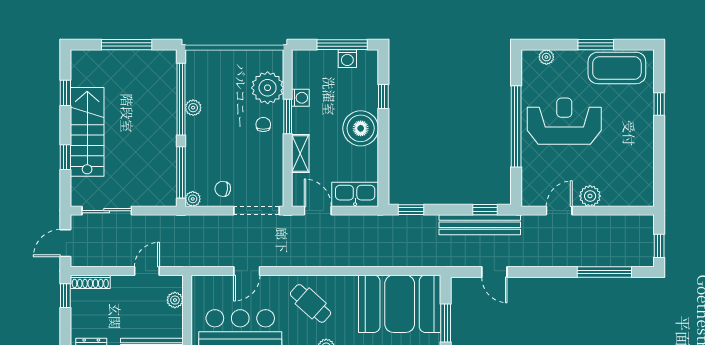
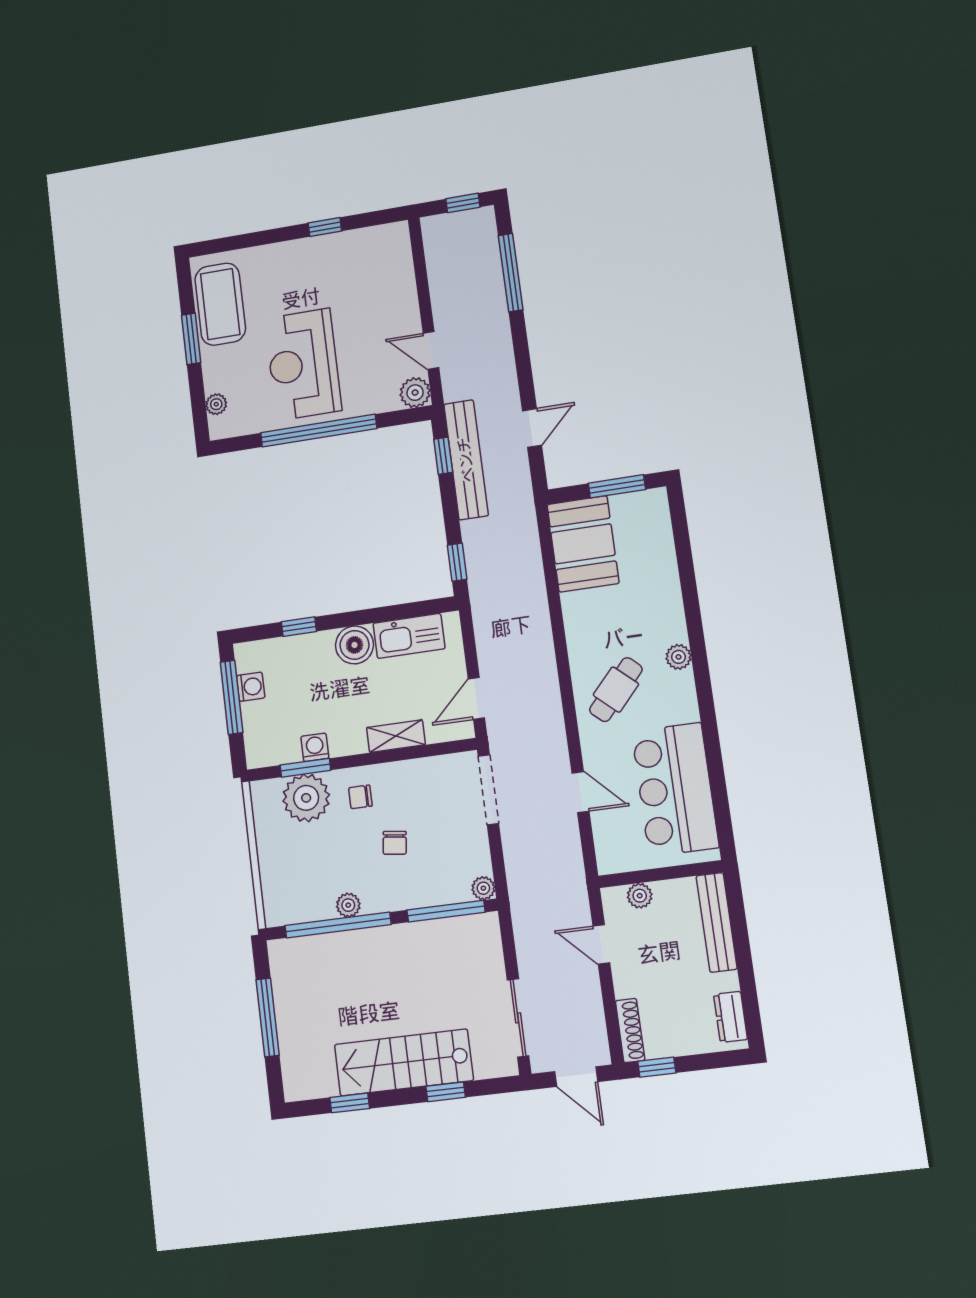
window: (659, 104) -> (325, 227), moved
window: (288, 116) -> (305, 768), moved
boiler: (361, 128) -> (354, 645), width x0.73, depth x0.73
chair: (223, 189) -> (395, 843), moved
kitchen sink: (355, 194) -> (409, 636), moved, turned -90
plant: (590, 196) -> (415, 393), moved
booth: (400, 304) -> (583, 544), width x0.73, depth x0.70

